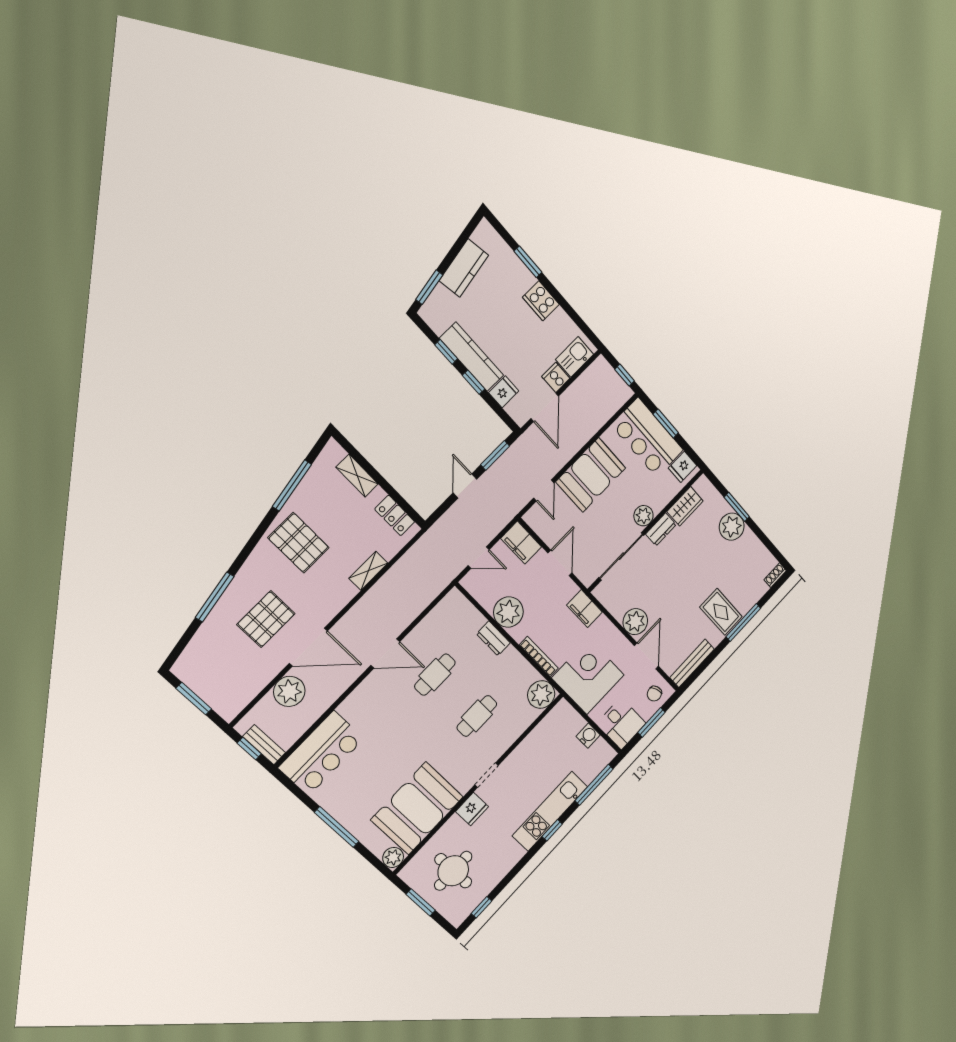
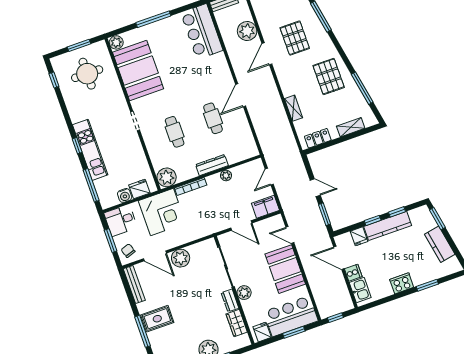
pallet: (299, 543) -> (329, 76), turned 90
filing cabinet: (585, 609) -> (205, 229), removed
plant: (508, 612) -> (226, 175), width x0.53, depth x0.53
dresser: (493, 638) -> (212, 165), width x1.44
door: (308, 647) -> (267, 54), width x0.73
fridge: (472, 809) -> (139, 189), moved, turned 90

